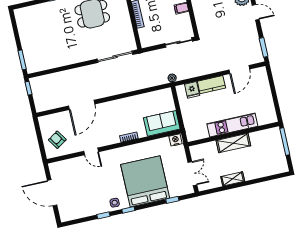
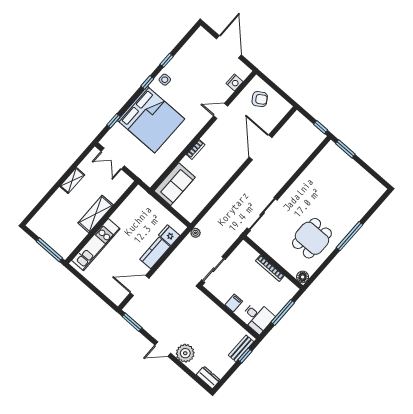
door: (239, 69) -> (139, 286), hinge flipped
kitchen unit: (232, 125) -> (96, 245), moved
nightstand: (176, 140) -> (234, 82), moved
door: (52, 193) -> (229, 47), hinge flipped

